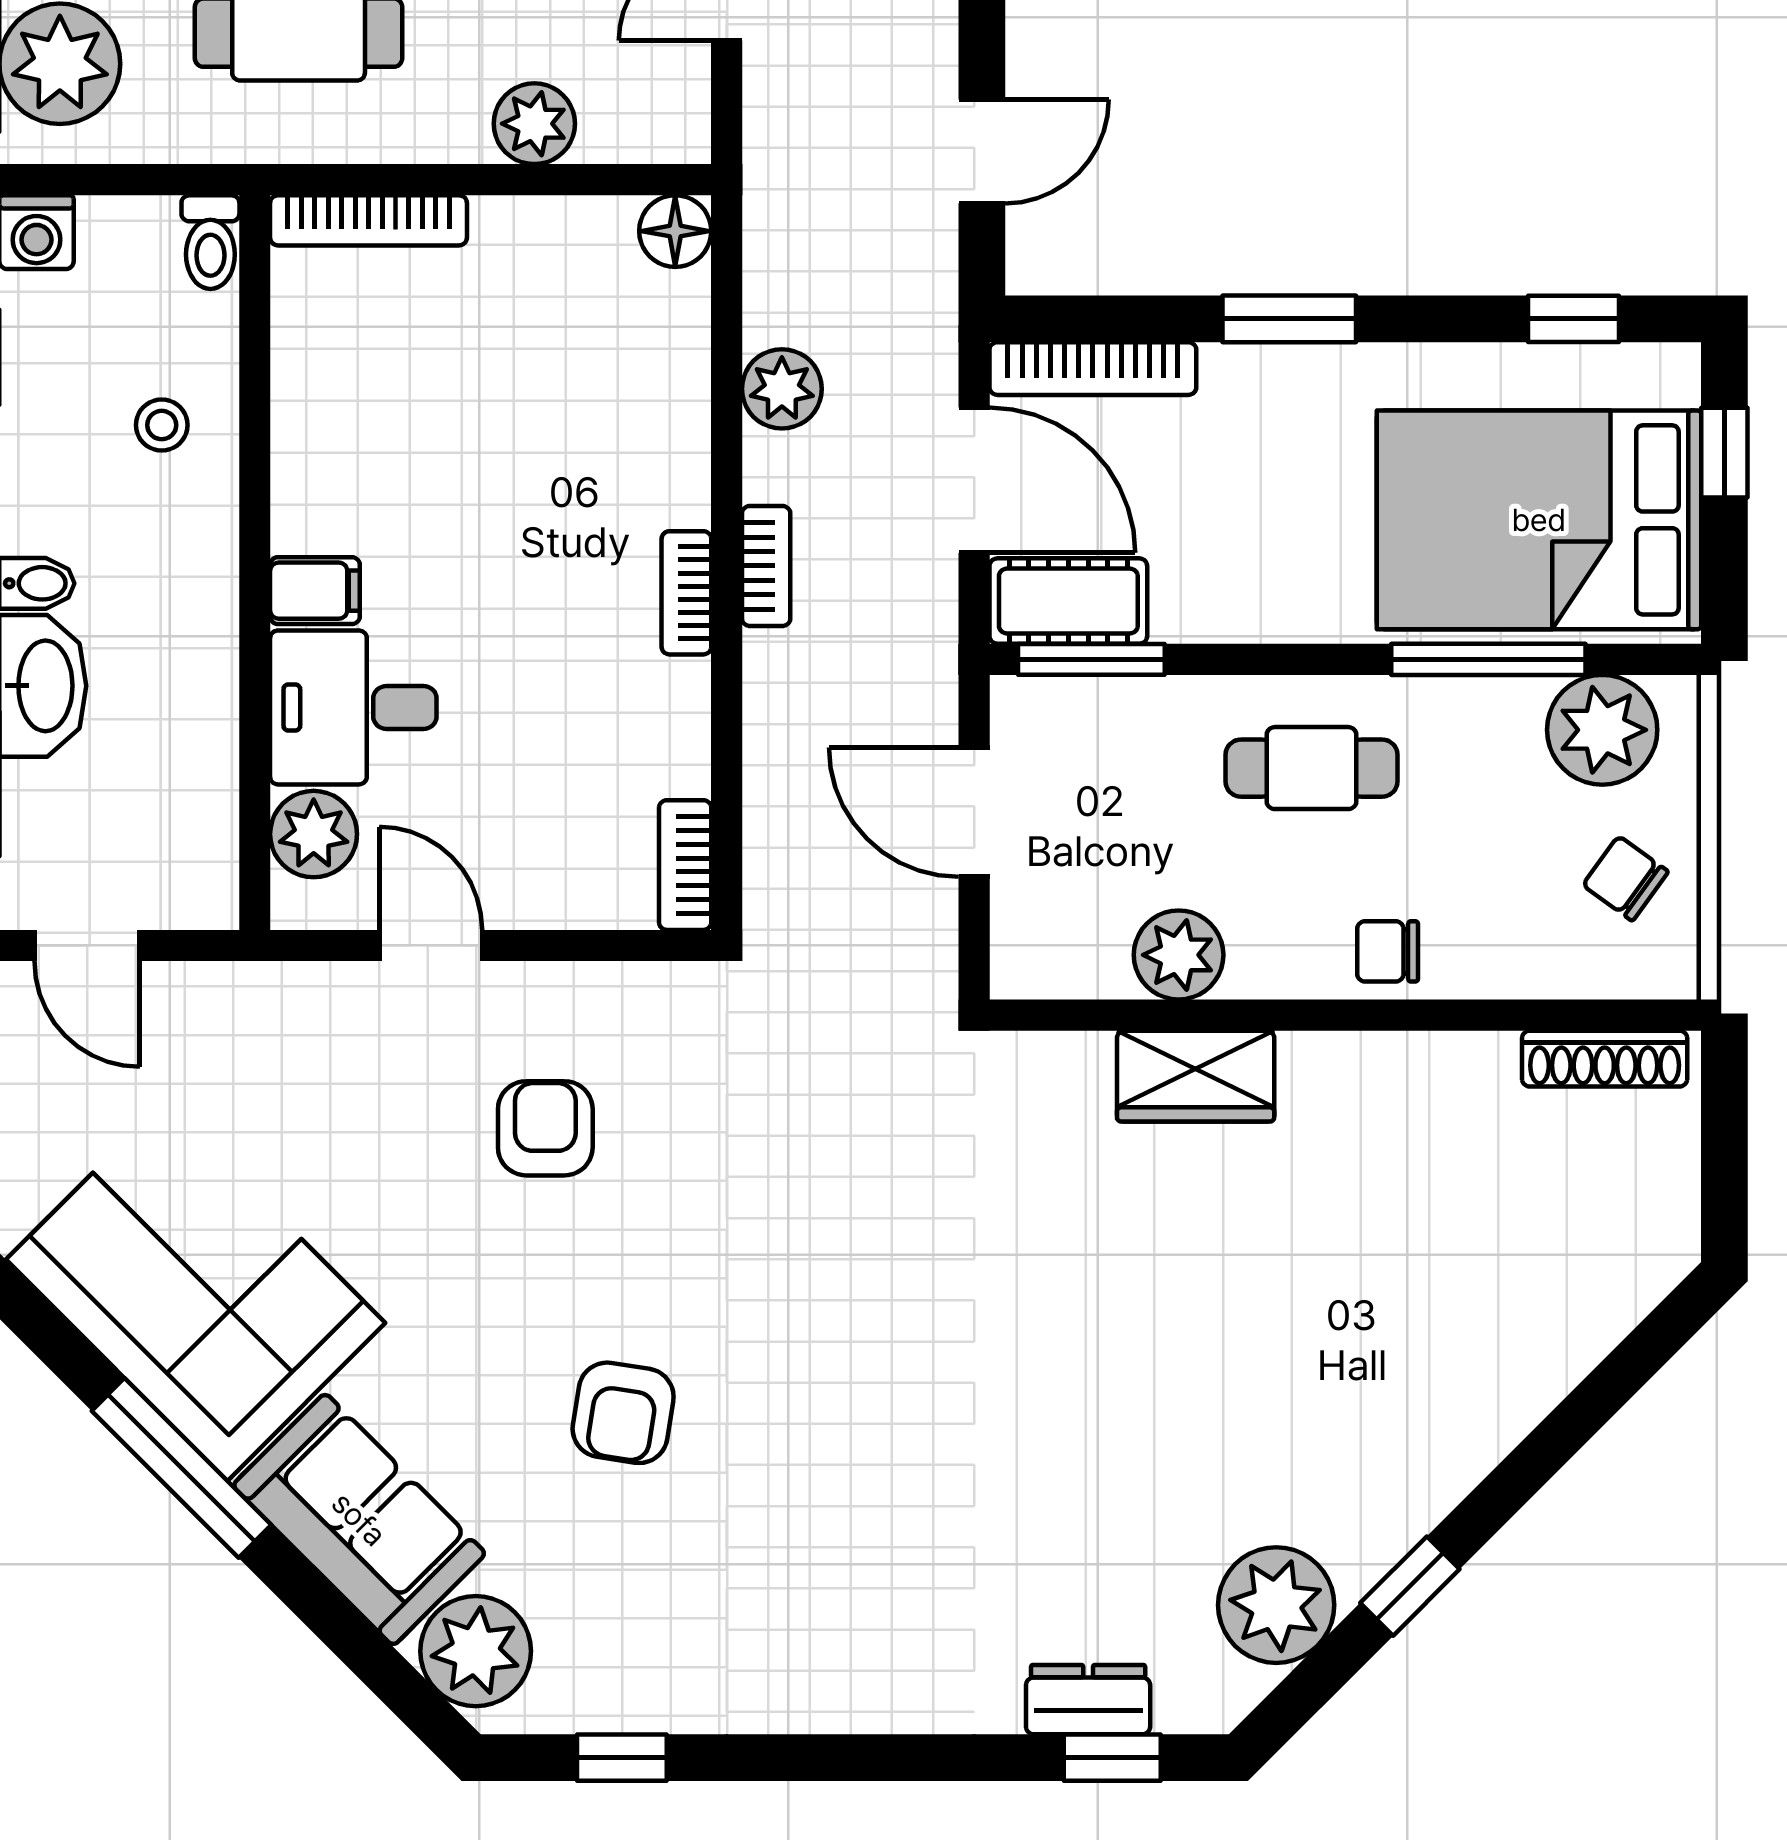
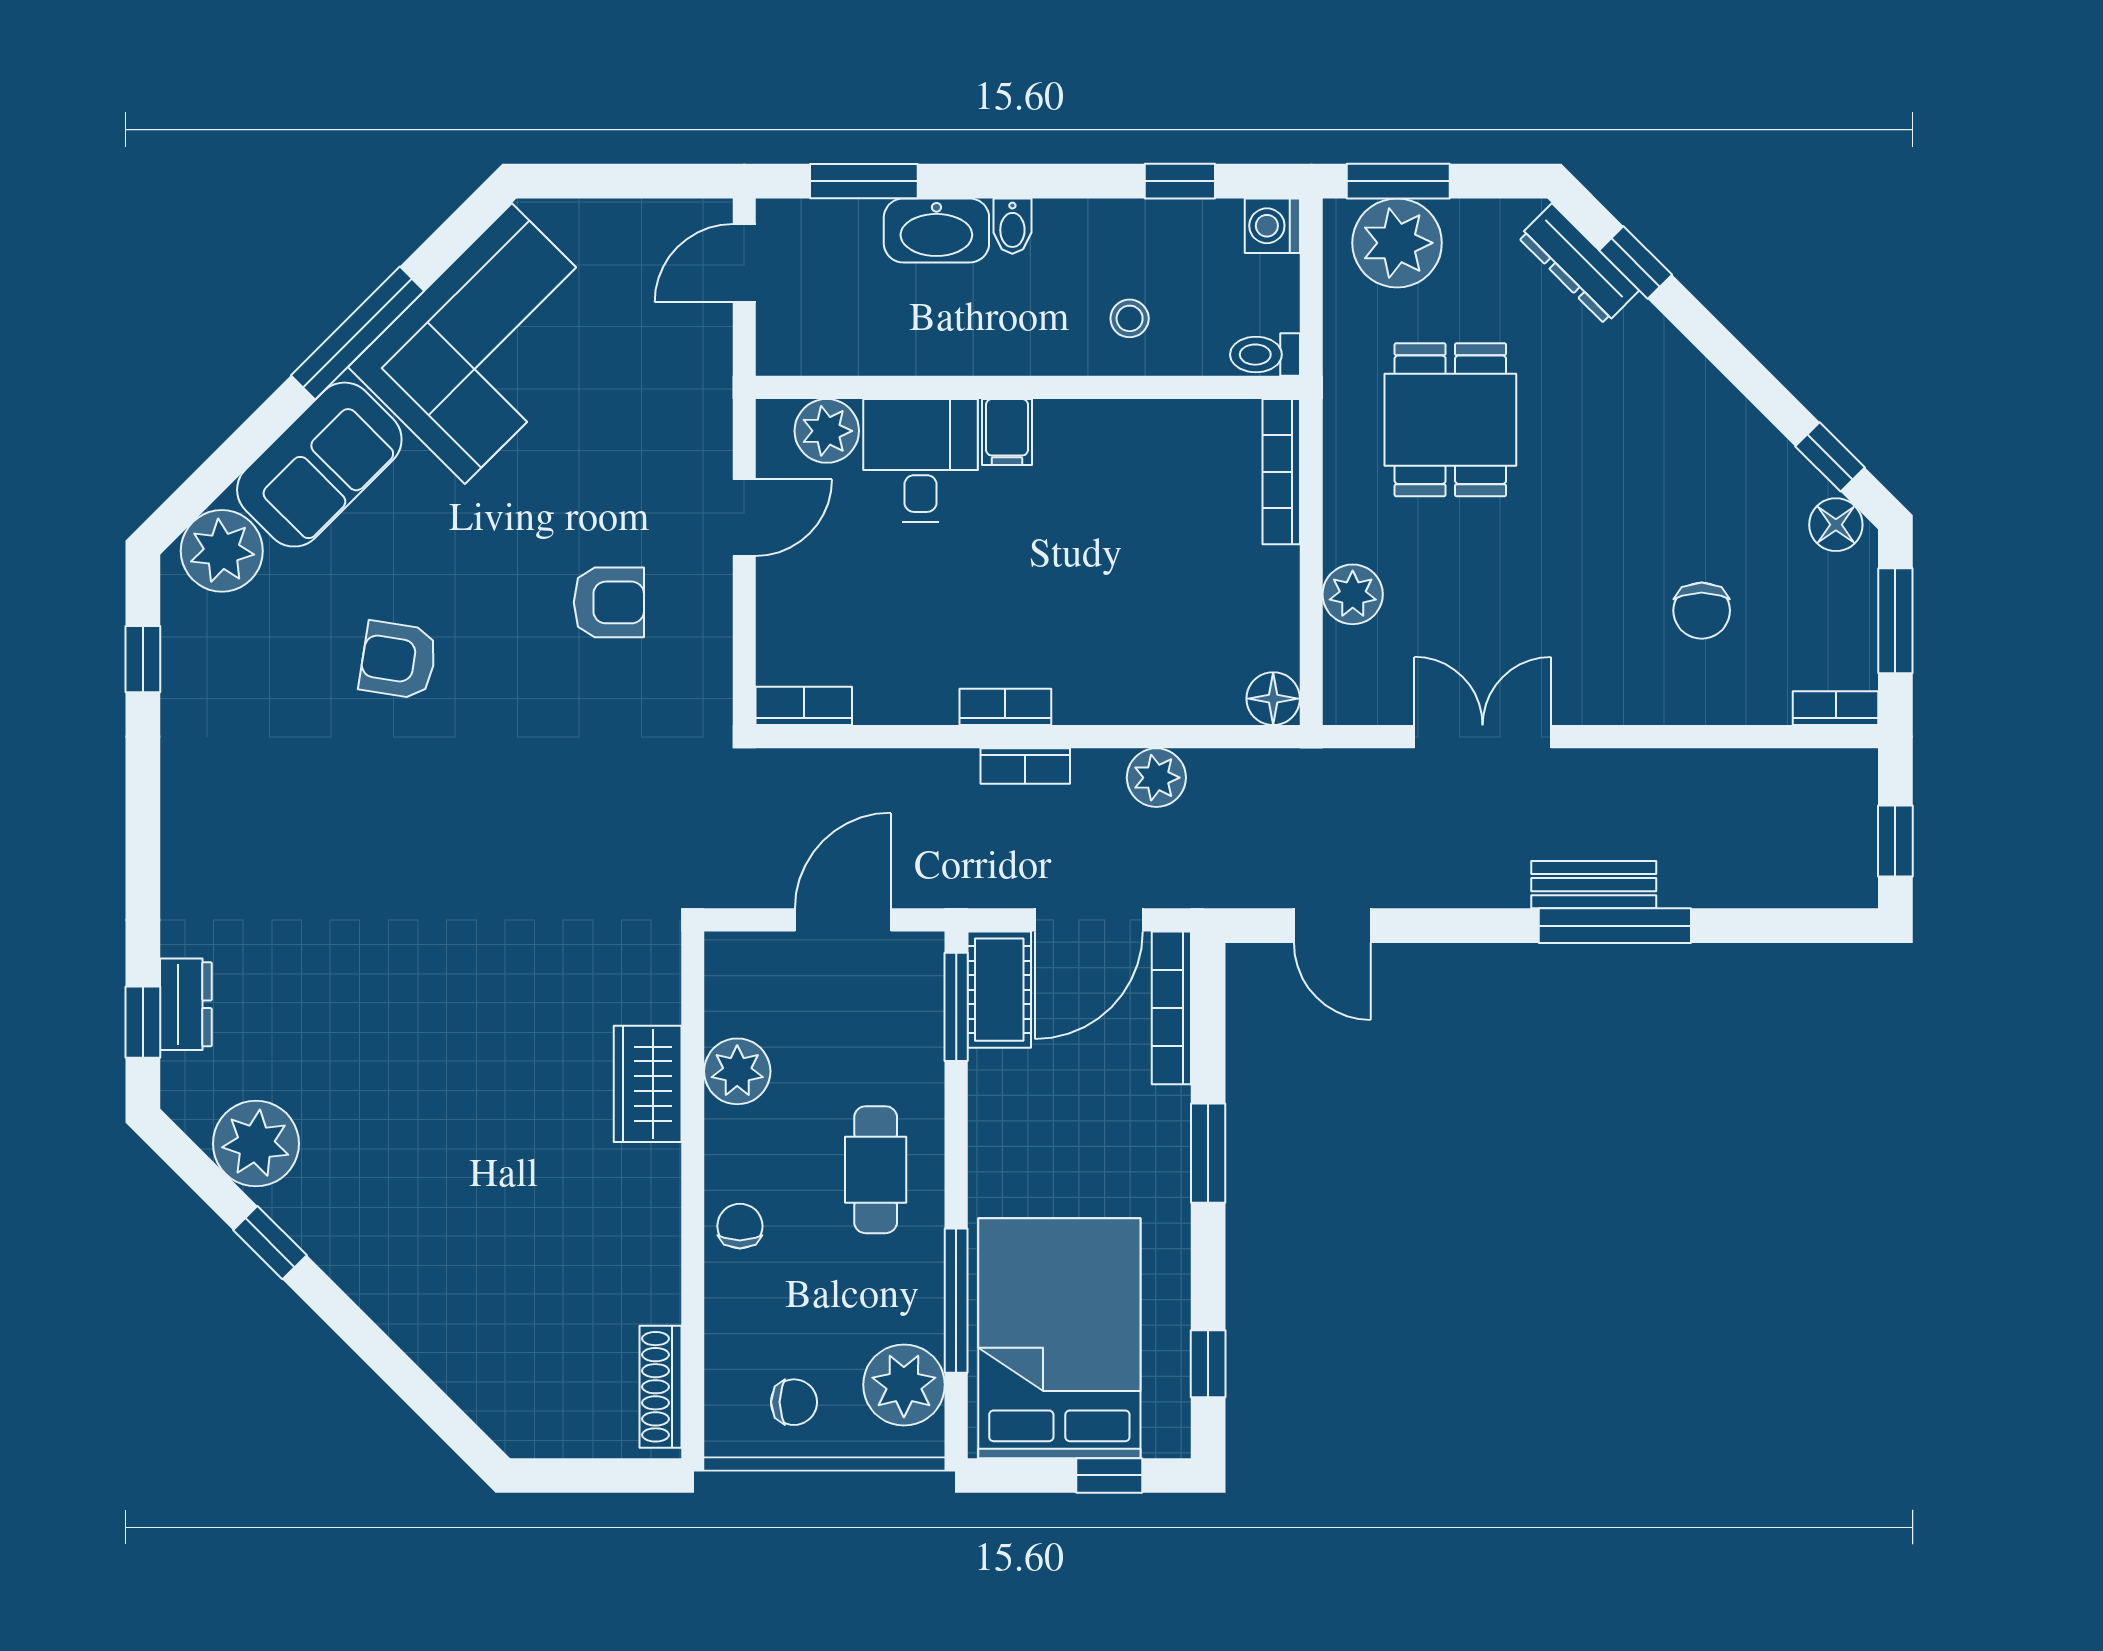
chair: (1625, 878) -> (794, 1402), turned 54

